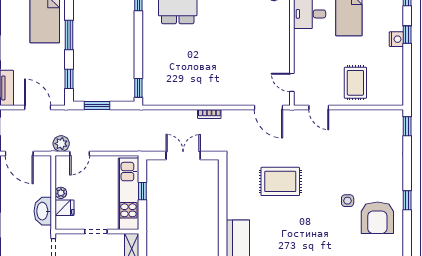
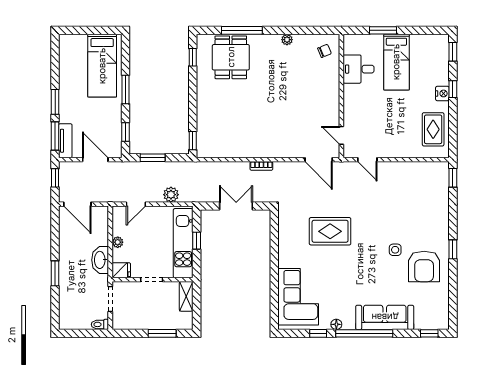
rug: (355, 83) -> (433, 129), moved
plant: (61, 144) -> (171, 195), moved
fridge: (64, 208) -> (121, 270), moved

